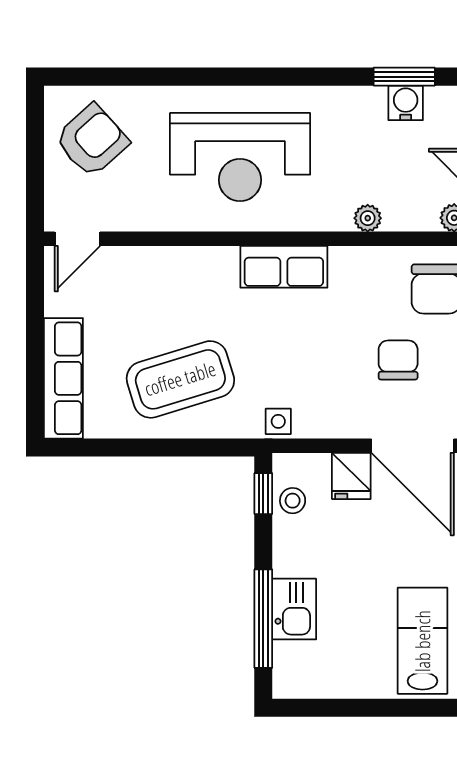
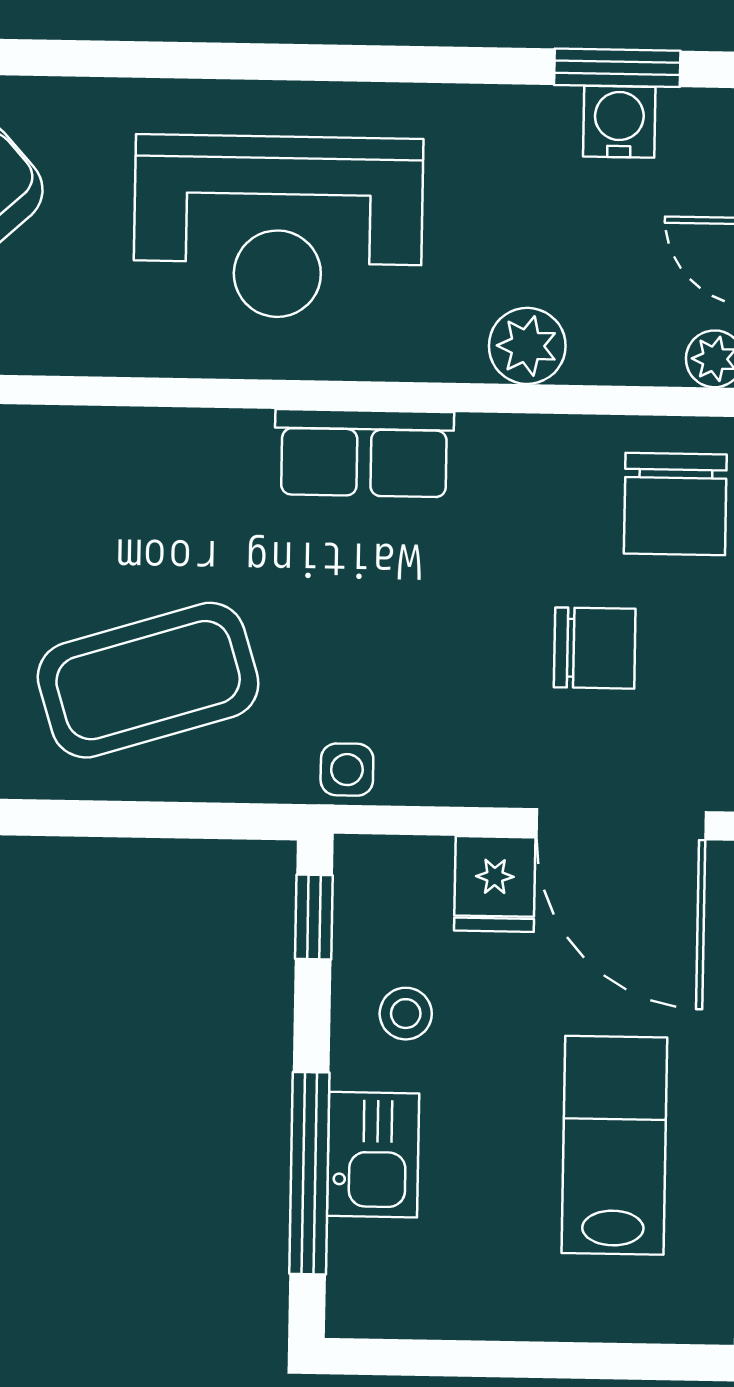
plant: (368, 218) -> (527, 346), width x1.38, depth x1.38
chair: (398, 360) -> (595, 648), turned 90
stool: (293, 501) -> (406, 1014), moved
lab bench: (423, 641) -> (614, 1145), moved

